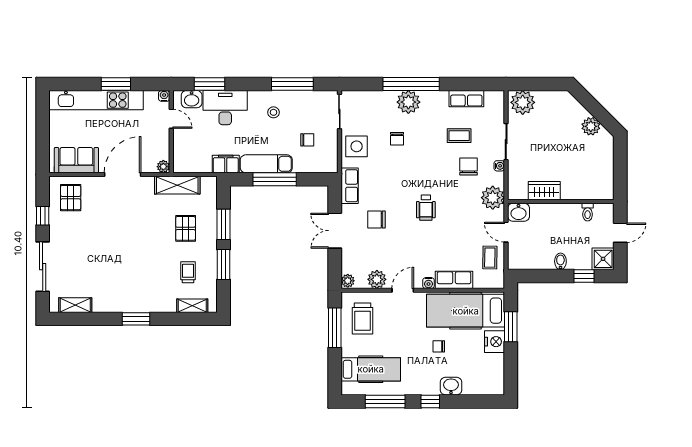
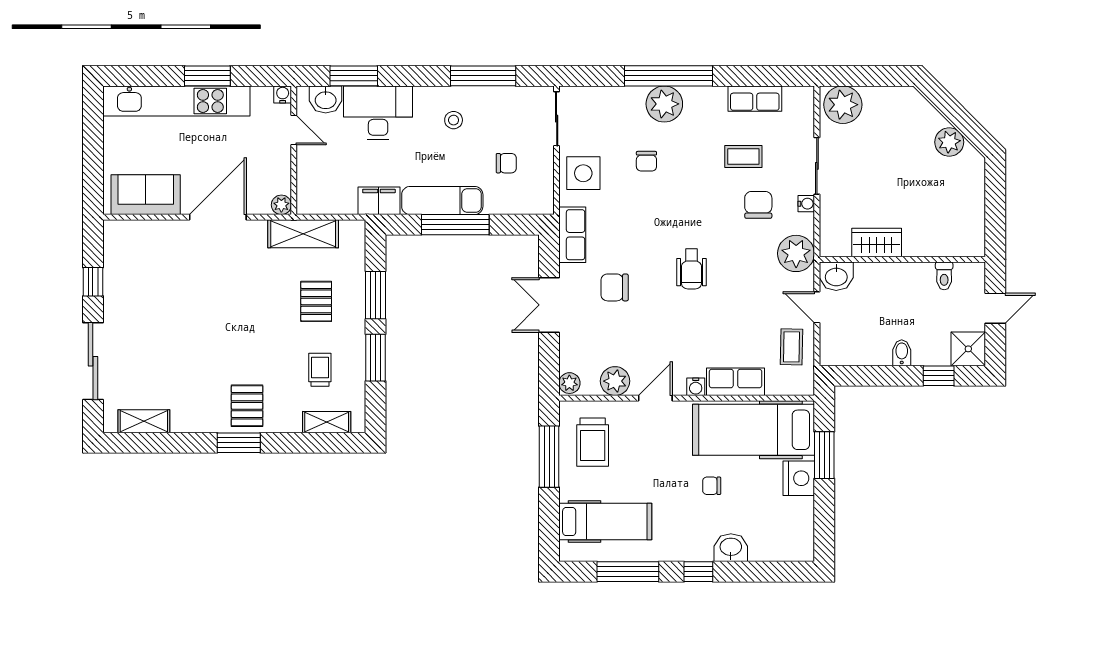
pallet: (71, 198) -> (247, 406), moved

